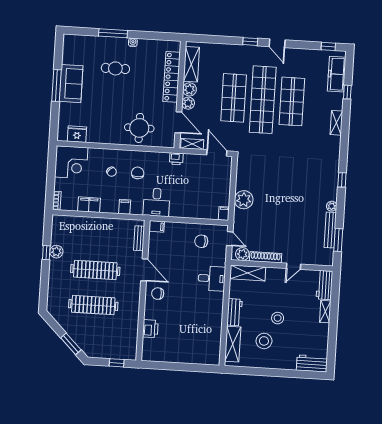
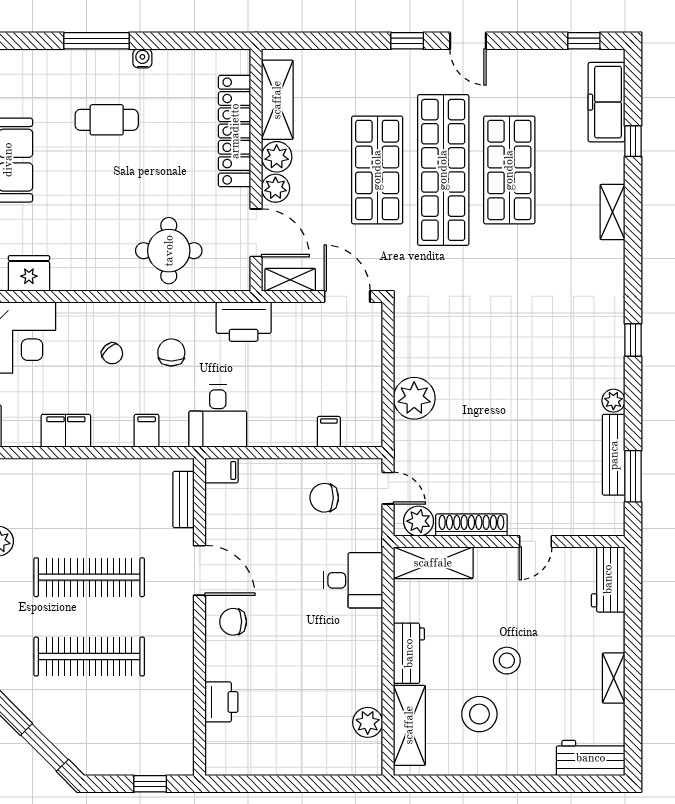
printer: (176, 159) -> (244, 322), width x1.87, depth x1.48
filing cabinet: (224, 213) -> (329, 432), moved
shelving: (325, 312) -> (614, 678), moved
plant: (214, 342) -> (368, 722), added

